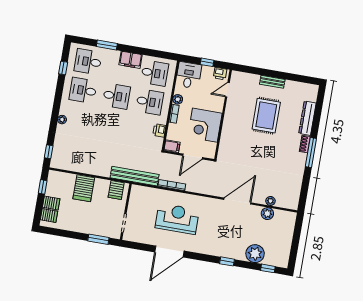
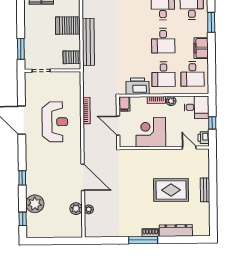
printer: (159, 130) -> (138, 86), width x1.87, depth x1.48
bench: (135, 176) -> (88, 42), moved

